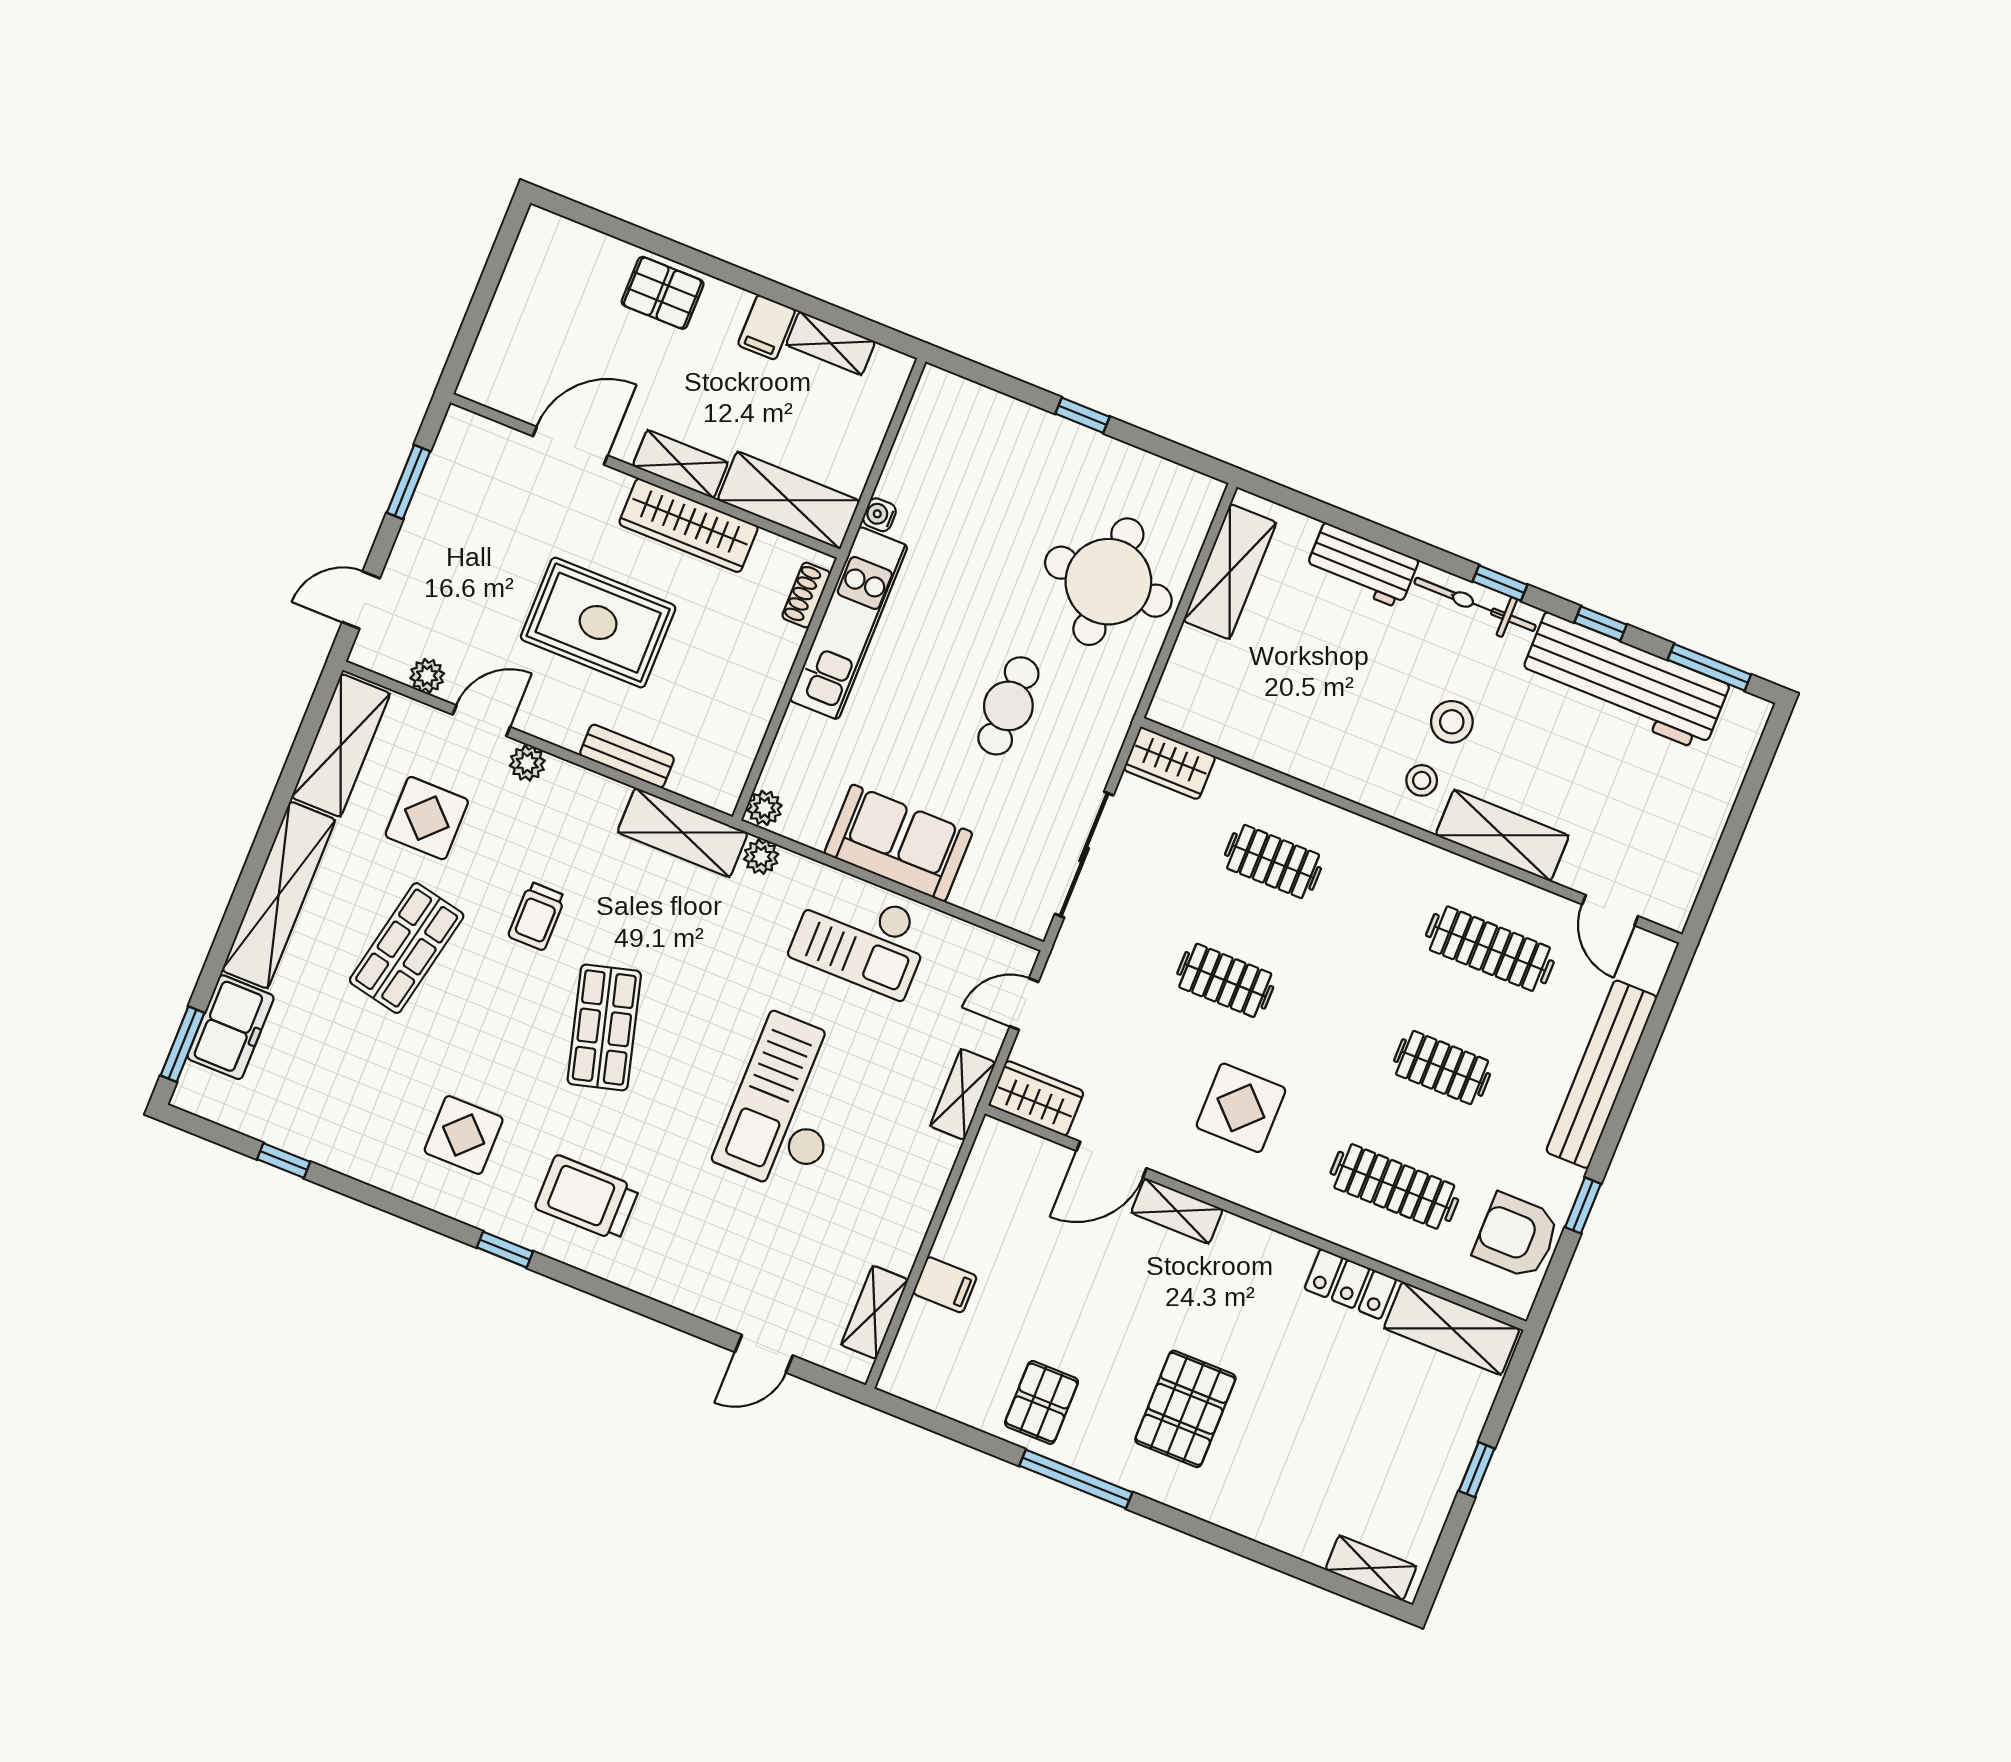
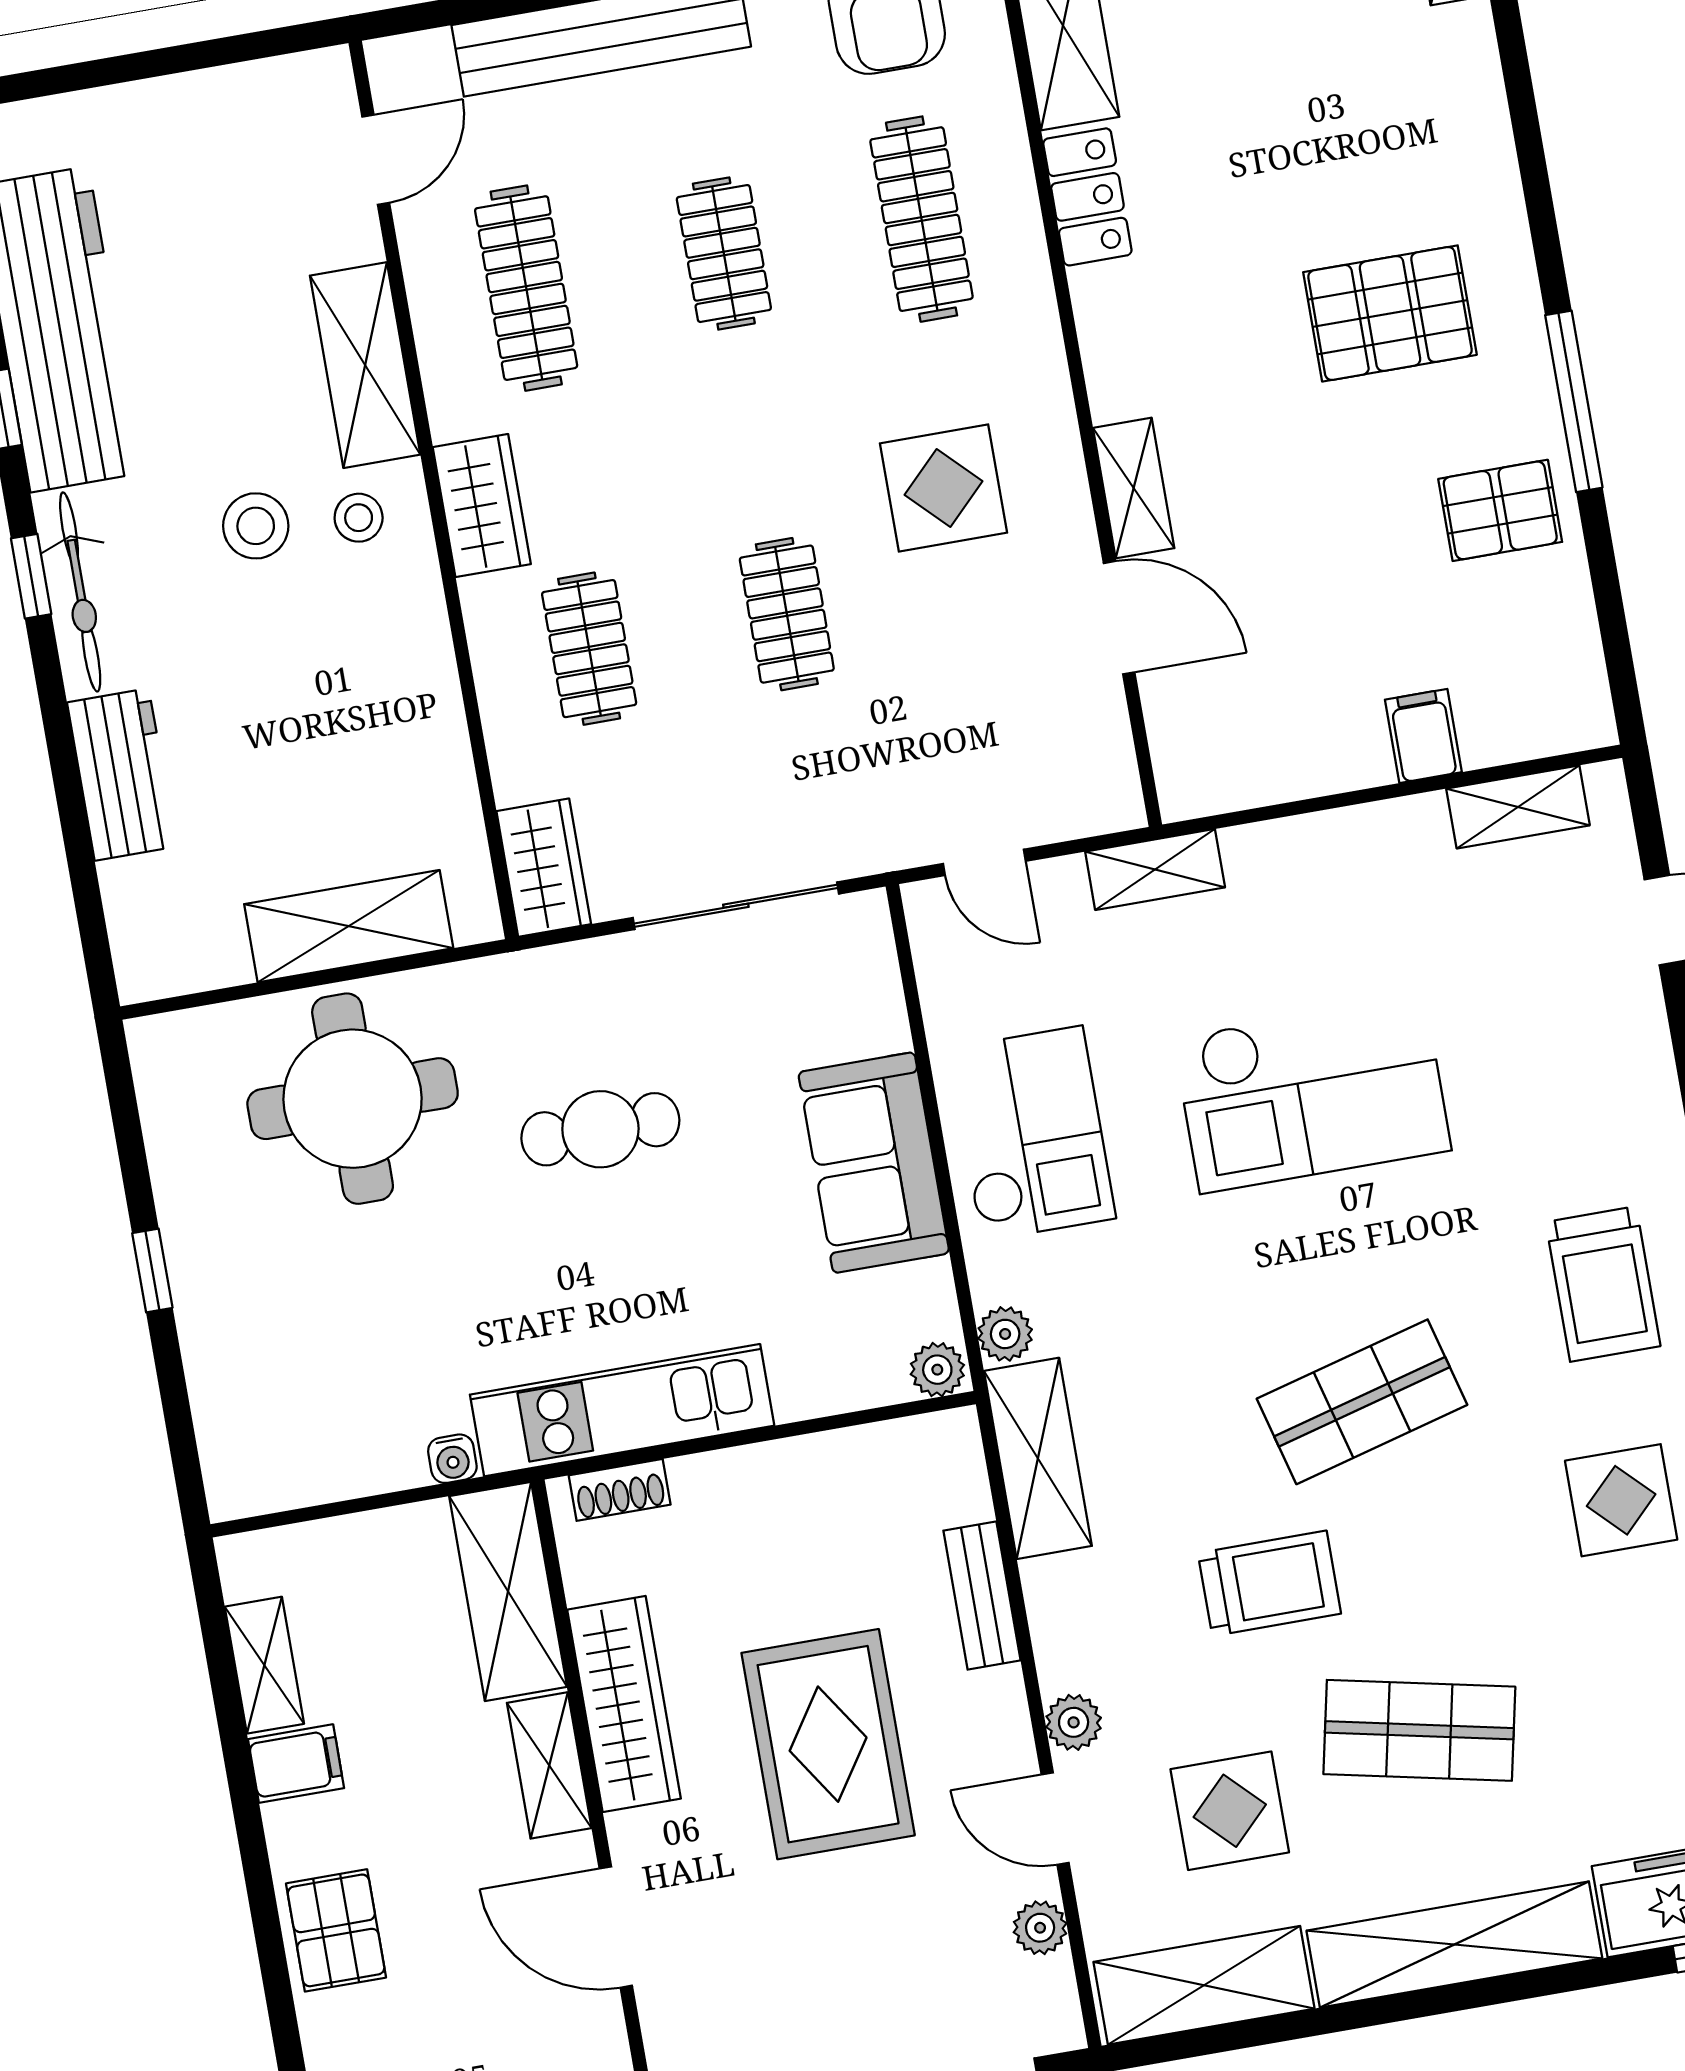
shelving: (1230, 572) -> (349, 926), moved
trolley: (537, 916) -> (1269, 1583), width x1.36, depth x1.39
wardrobe: (1036, 1098) -> (482, 506), moved, turned 180

